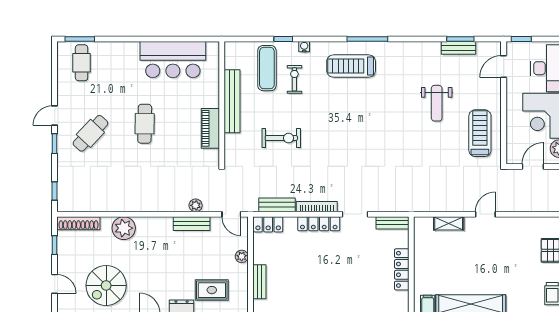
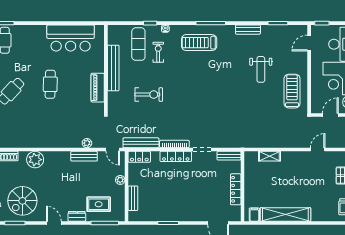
bench: (459, 48) -> (248, 30), moved
bench: (277, 205) -> (141, 143), width x1.36
door: (485, 214) -> (318, 149), moved

